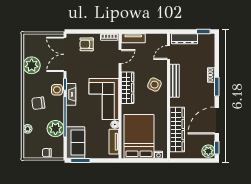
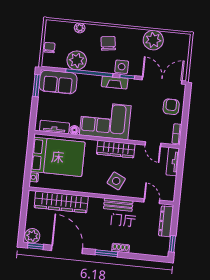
bench: (174, 81) -> (118, 205), width x0.73

